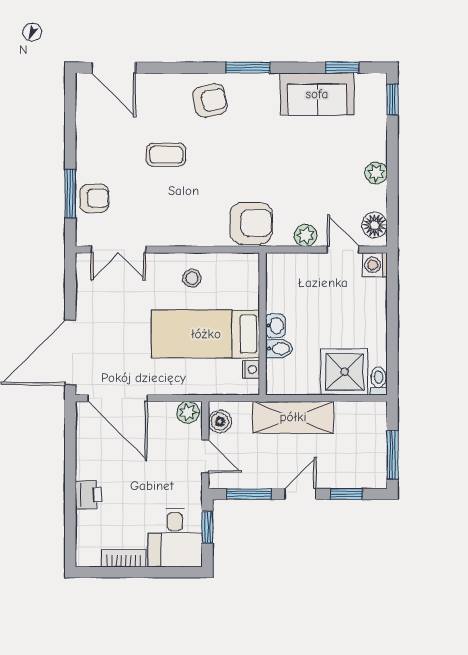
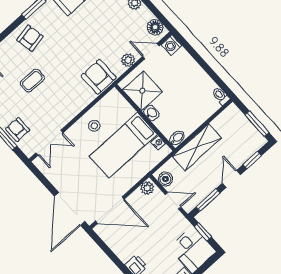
armchair: (94, 198) -> (18, 129), turned -90
armchair: (251, 223) -> (99, 77), turned -90
bidet: (279, 349) -> (177, 138), moved
shower: (345, 372) -> (142, 91), moved

